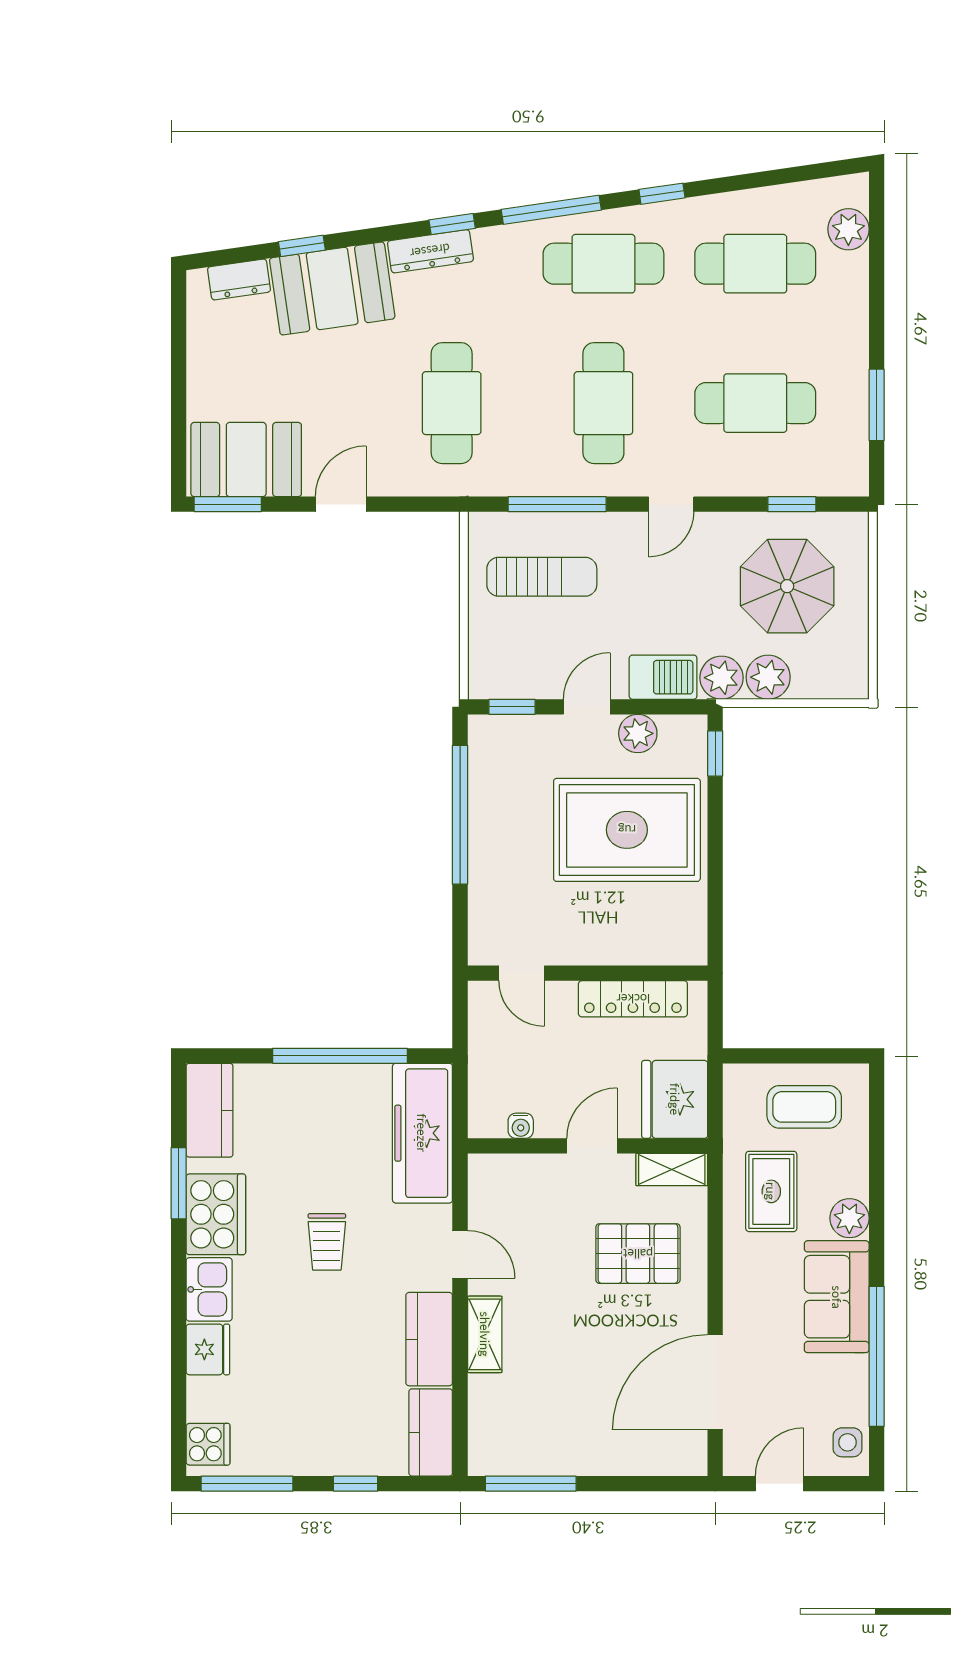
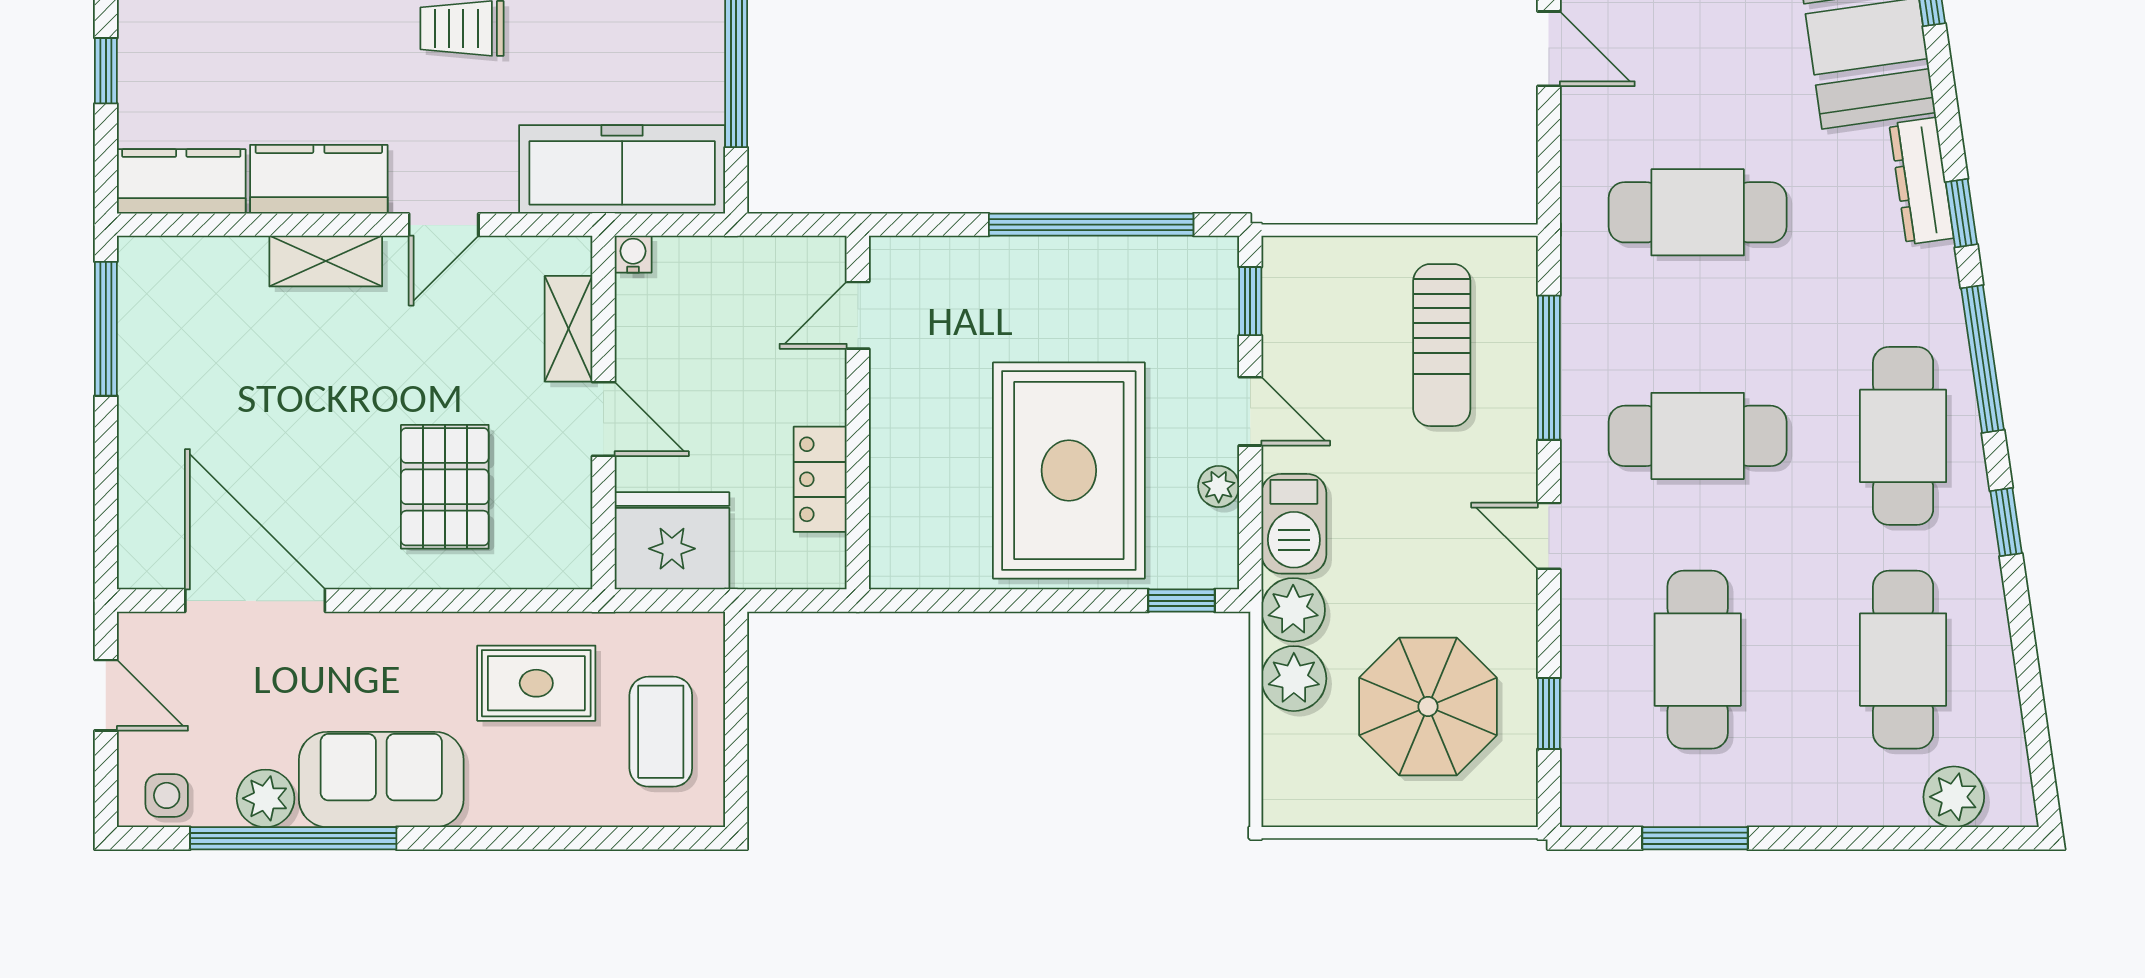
plant: (638, 733) -> (1219, 486), width x0.73, depth x0.73
locker: (633, 999) -> (820, 479), width x0.66
water cooler: (521, 1126) -> (633, 254), moved, turned 90
shelving: (672, 1170) -> (569, 329), moved
plant: (849, 1218) -> (266, 798), moved

